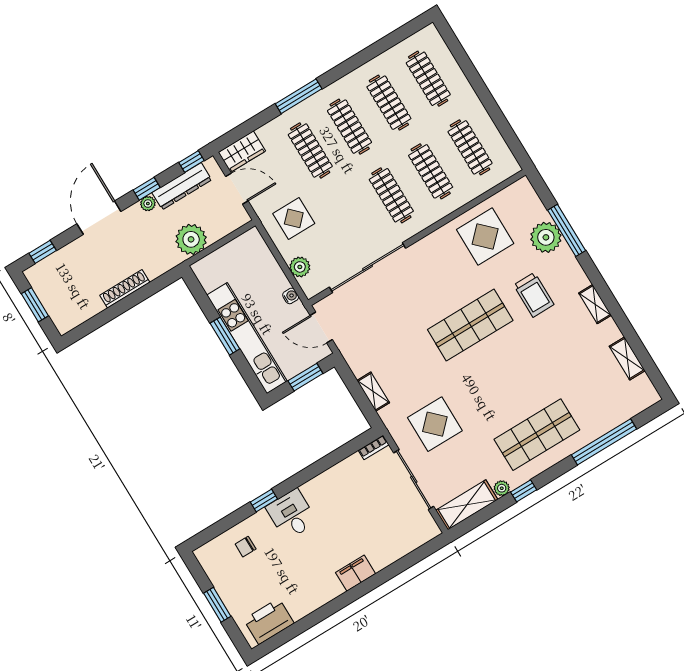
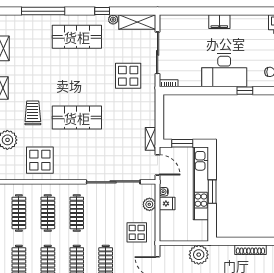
fridge: (276, 283) -> (167, 203), added
shelving: (373, 392) -> (151, 139), moved
desk: (291, 515) -> (224, 70), width x1.87, depth x1.30

